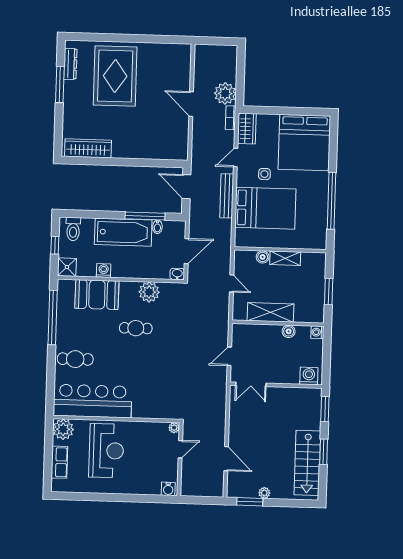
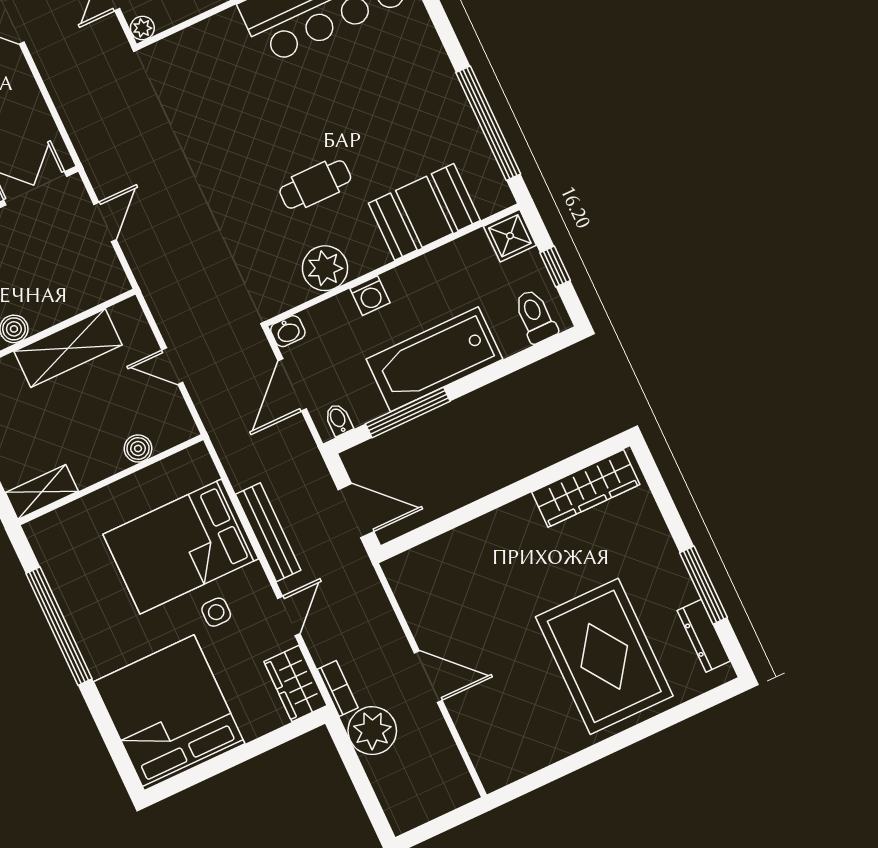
bidet: (157, 227) -> (338, 420), moved
shelving: (285, 258) -> (42, 492), moved
washing machine: (104, 270) -> (370, 296), moved
cafe table: (75, 359) -> (403, 64), removed

